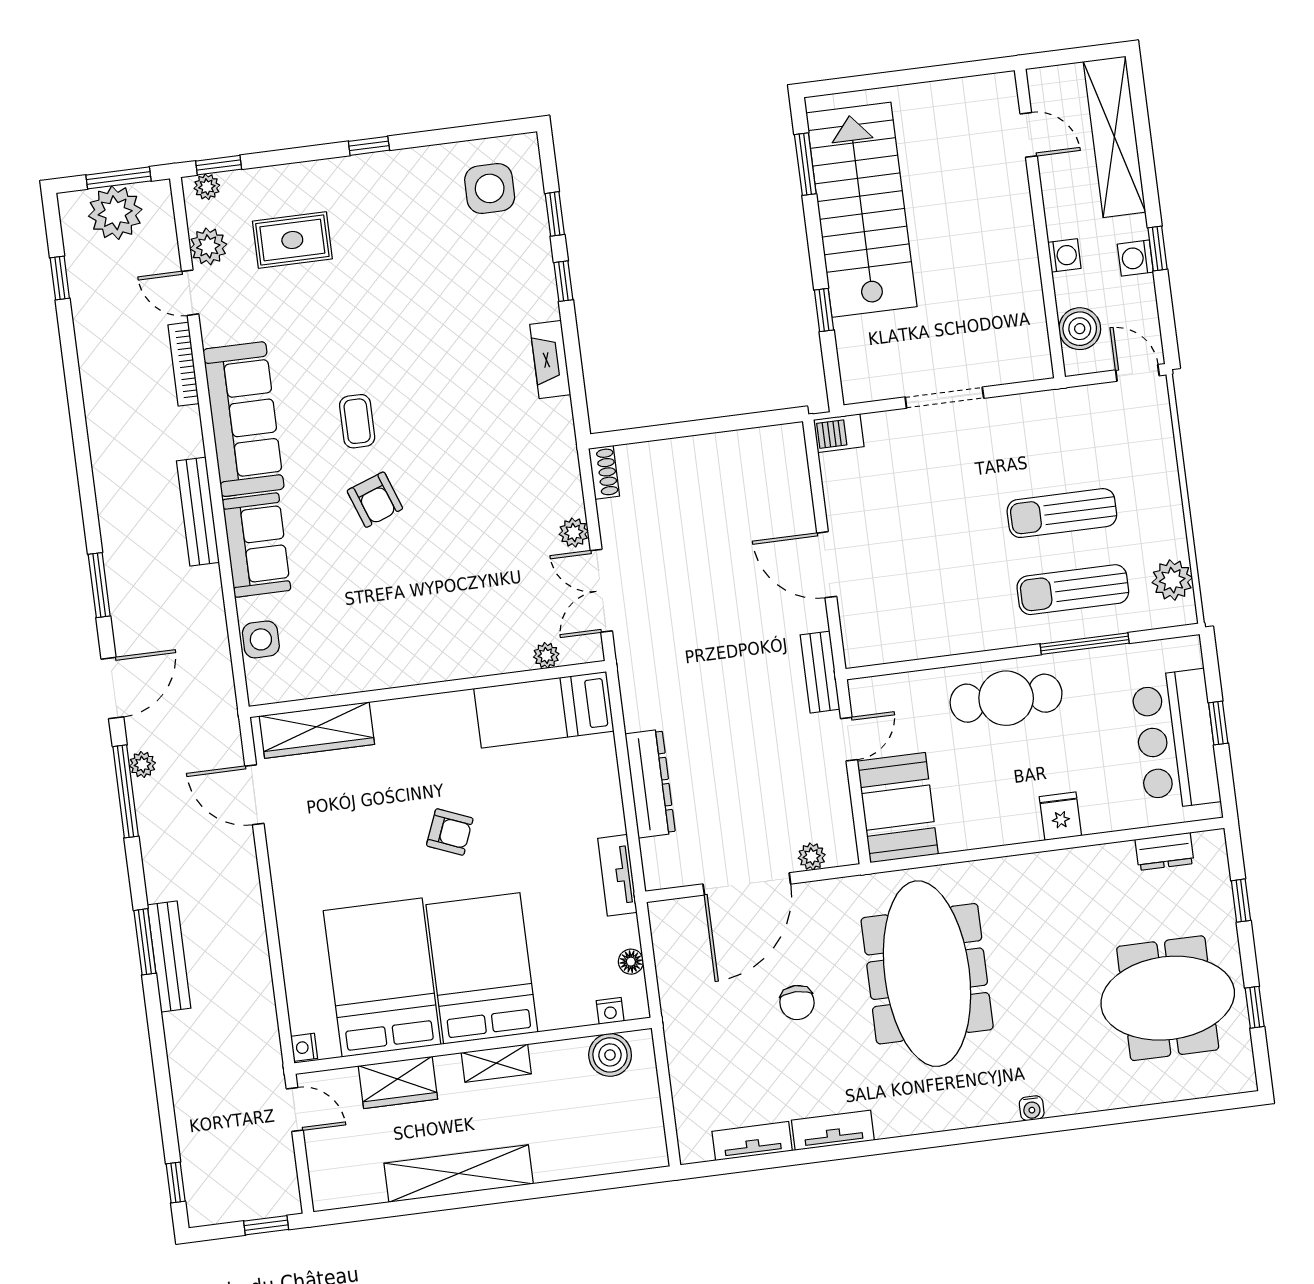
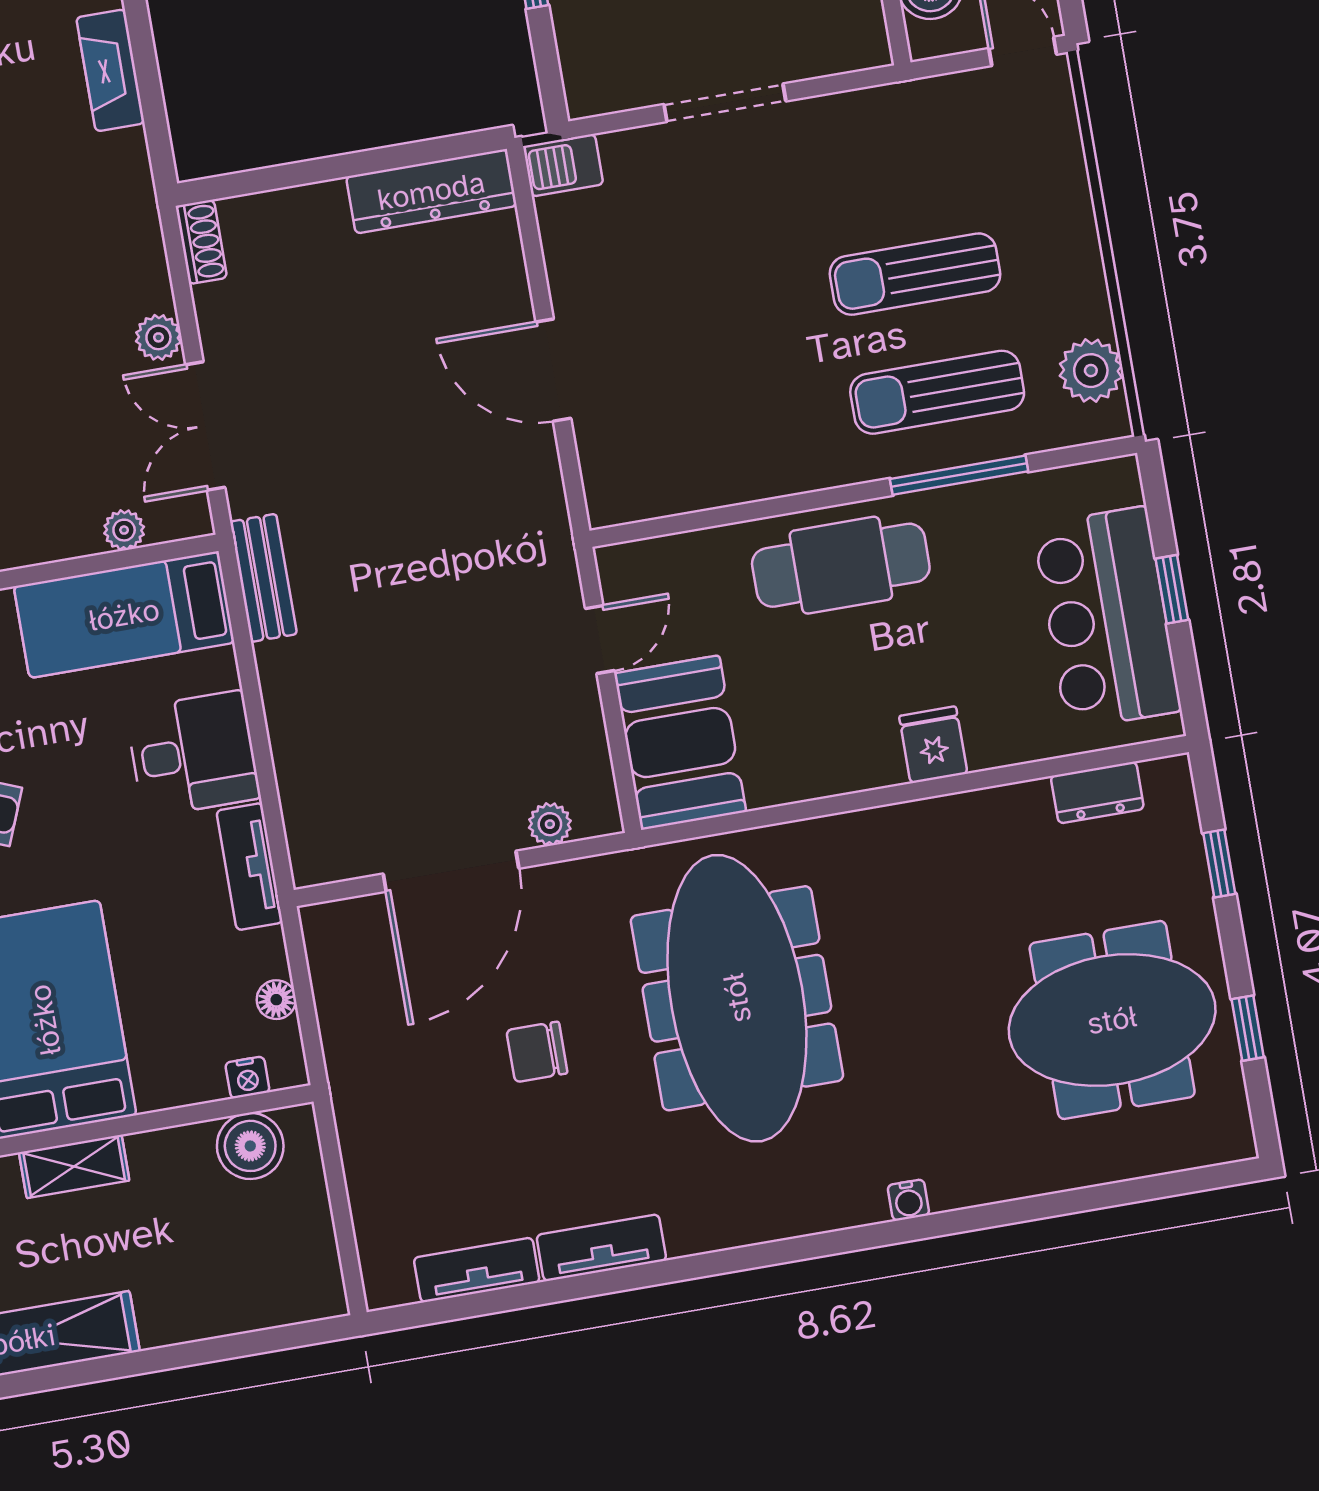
bench: (820, 672) -> (263, 578), moved
dresser: (650, 784) -> (431, 191), moved, turned 90
desk: (584, 801) -> (193, 754), added
chair: (797, 1002) -> (537, 1052), turned 90

